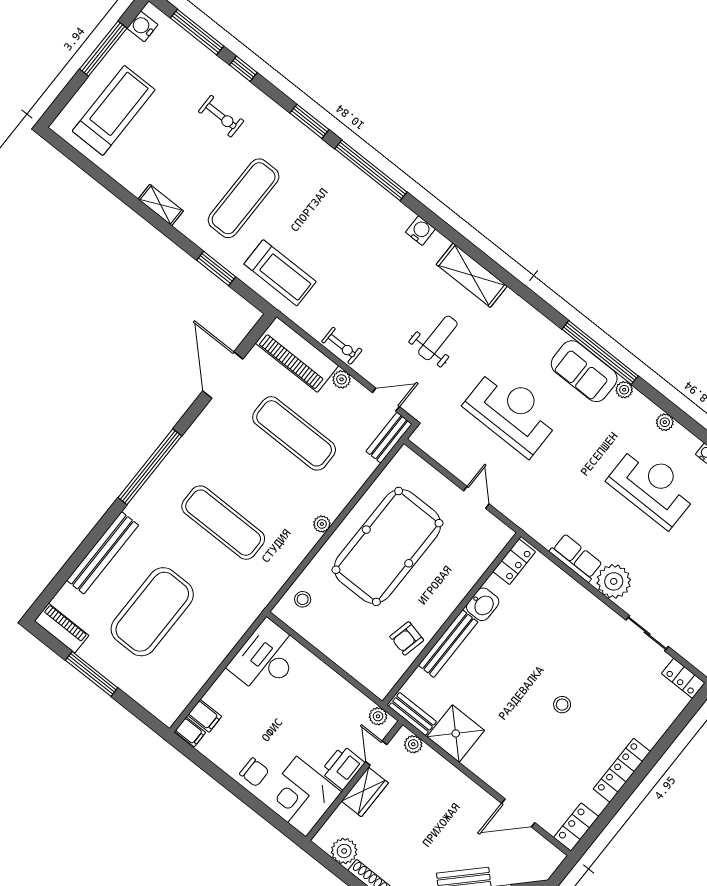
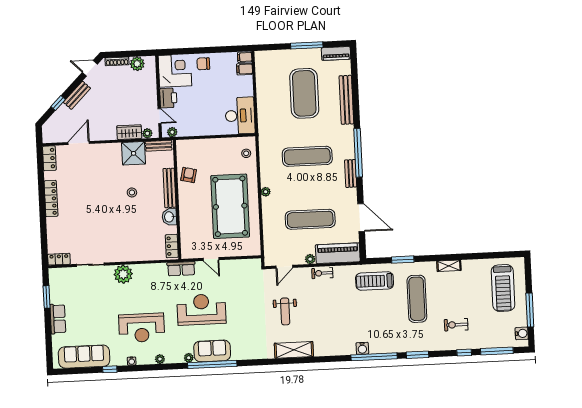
water cooler: (420, 231) -> (362, 348), moved
reception desk: (512, 412) -> (201, 310), moved, turned 180
bench: (389, 438) -> (351, 173), moved
row of seats: (576, 558) -> (181, 269), moved
stool: (562, 705) -> (132, 192), moved
wardrobe: (365, 792) -> (129, 132), moved, turned 90

